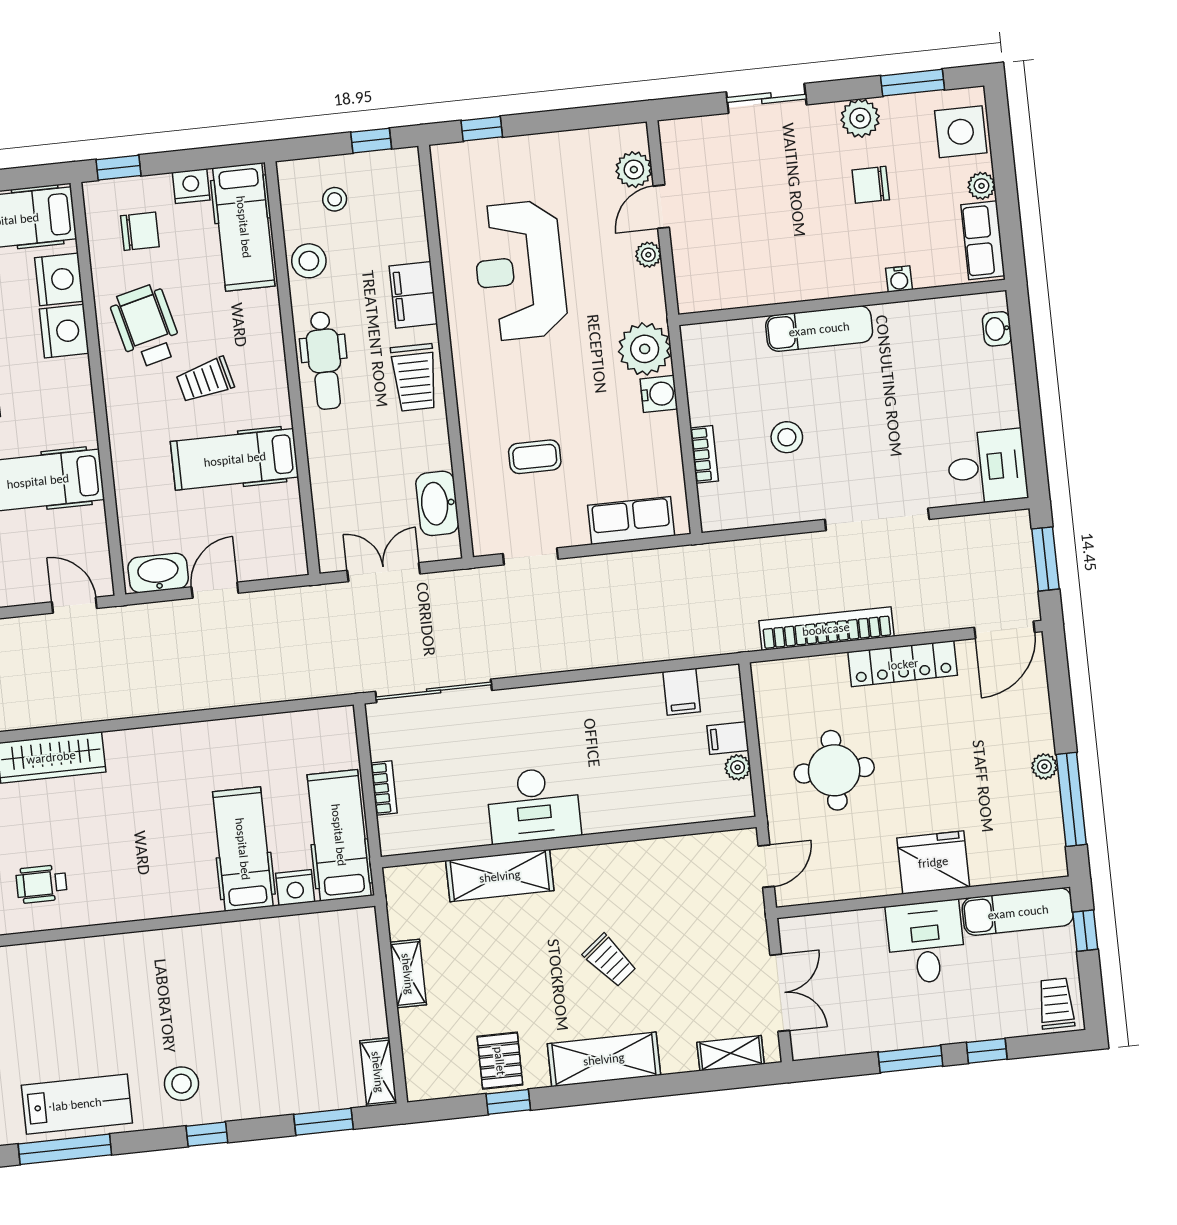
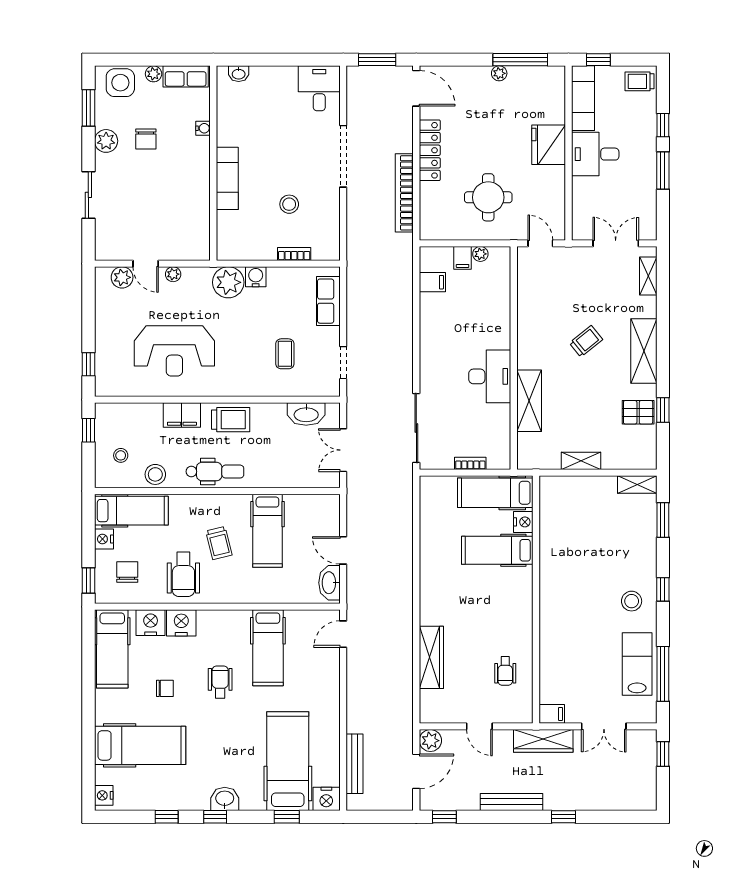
wheelchair: (146, 326) -> (183, 574), turned -76

